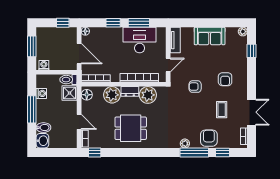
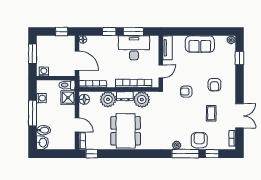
dining table: (131, 128) -> (126, 131), width x1.38

